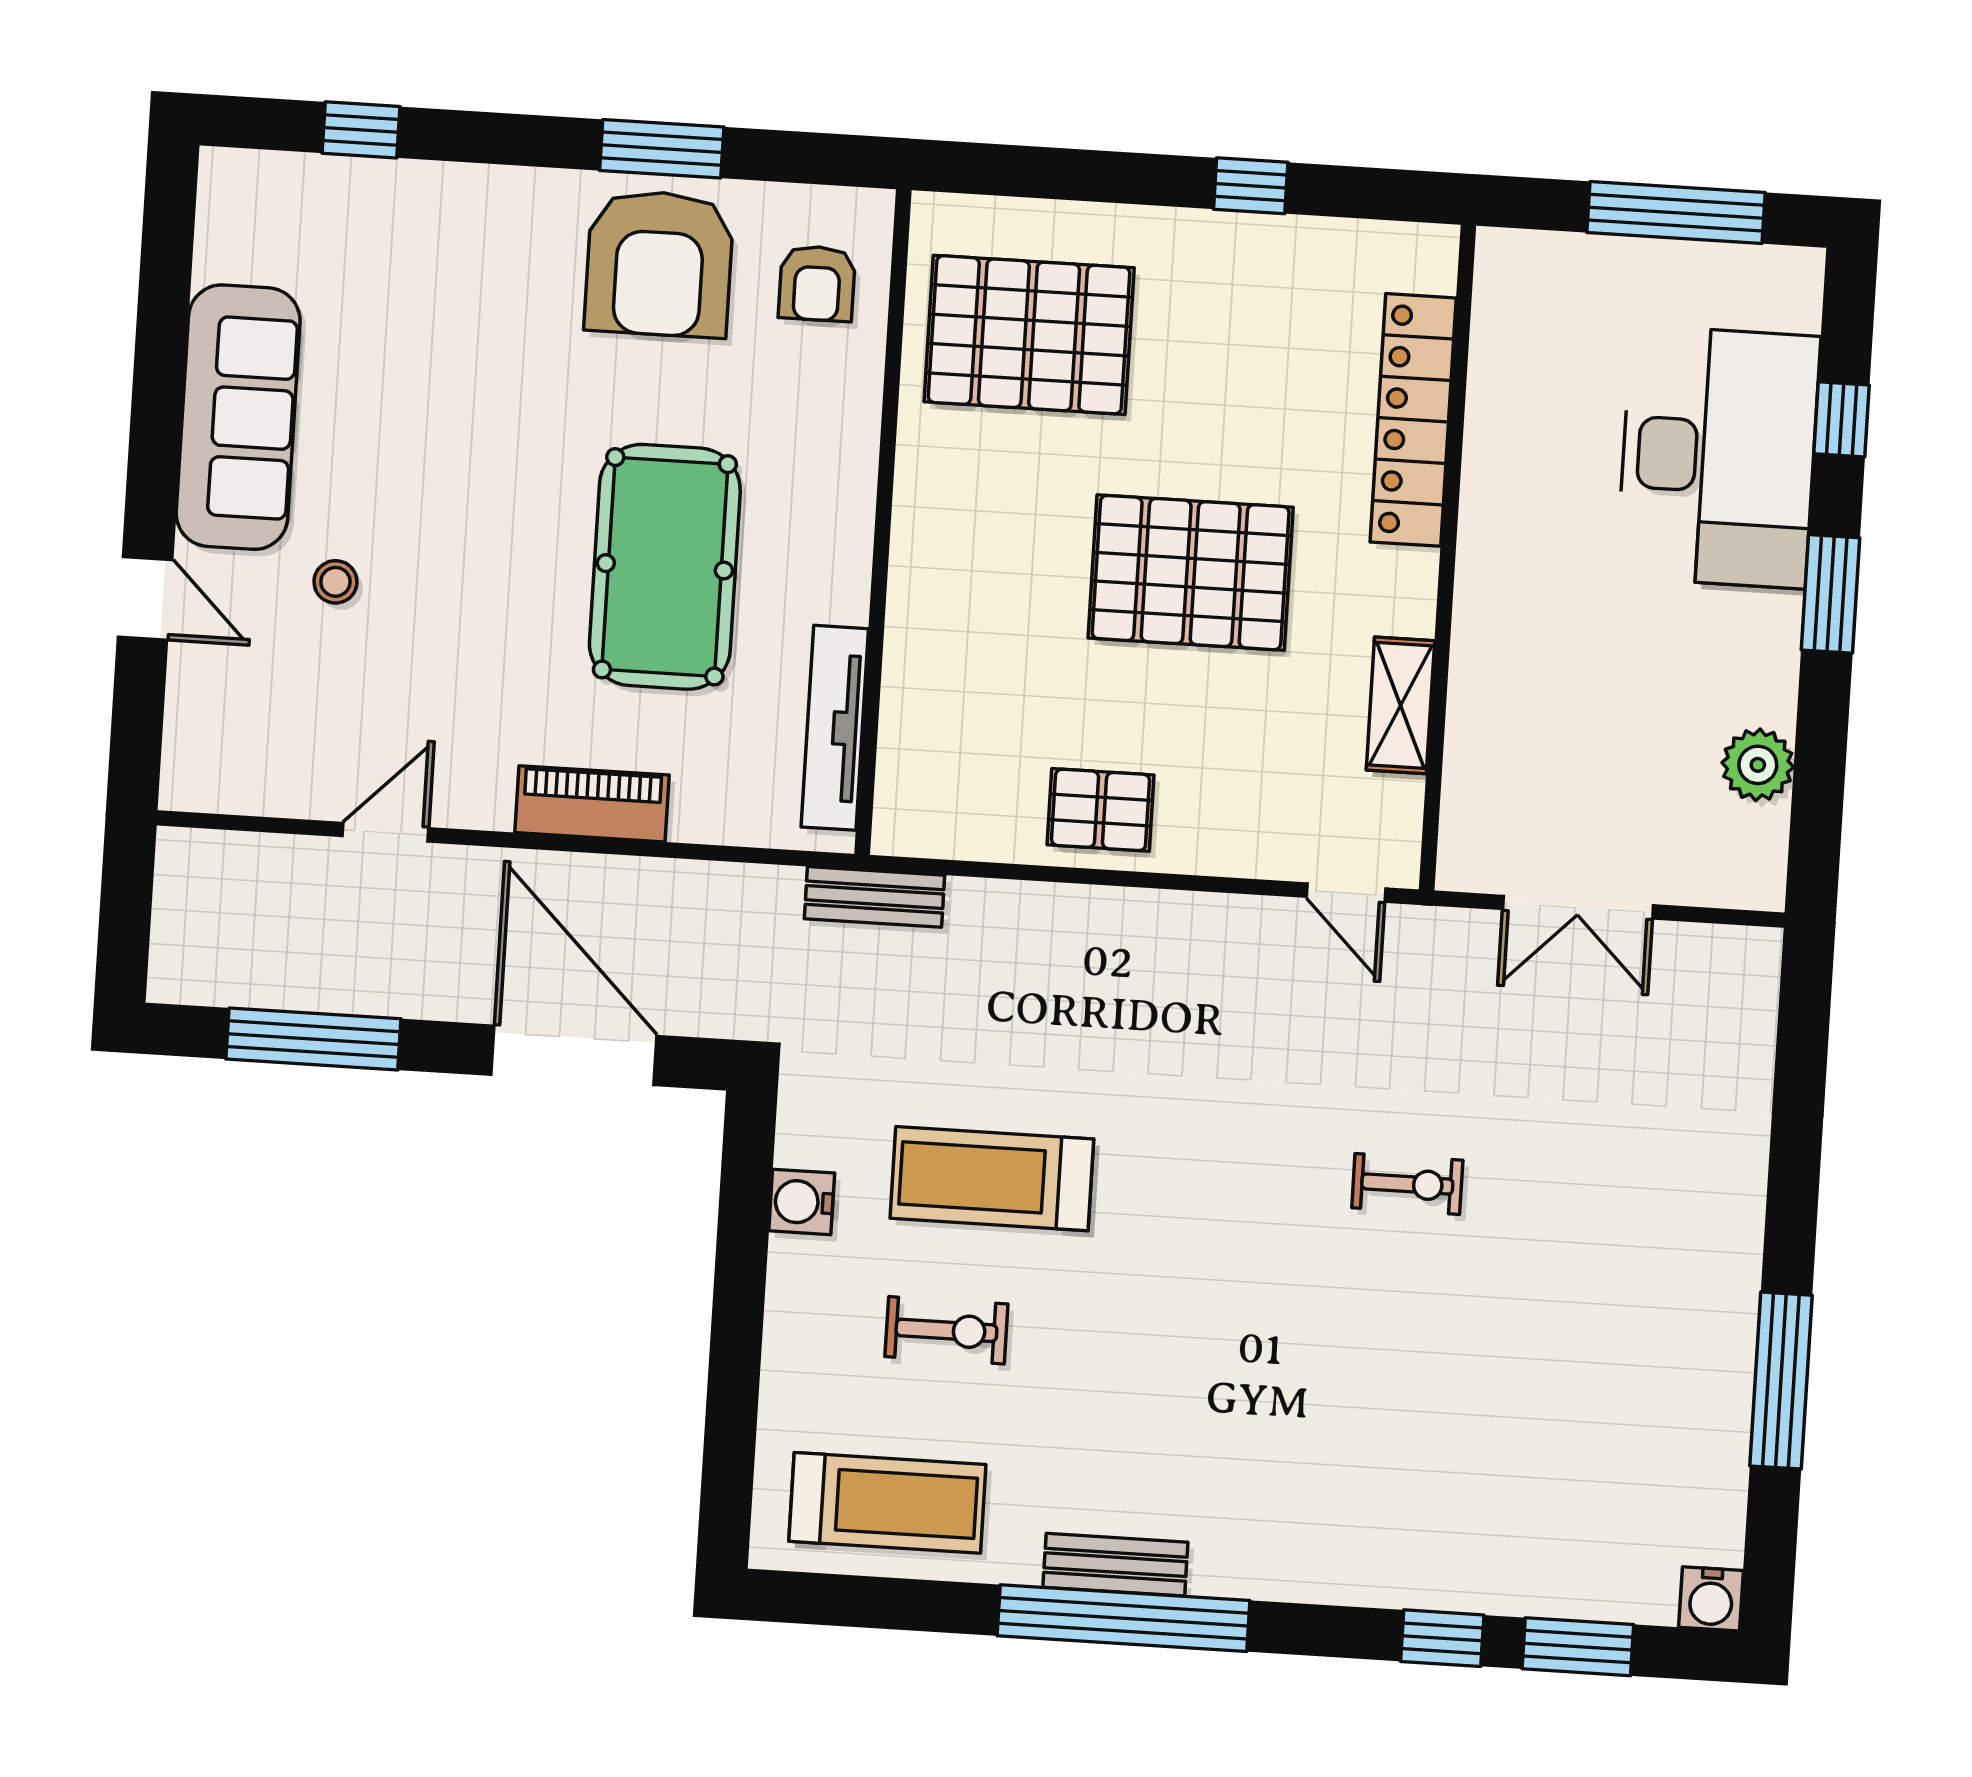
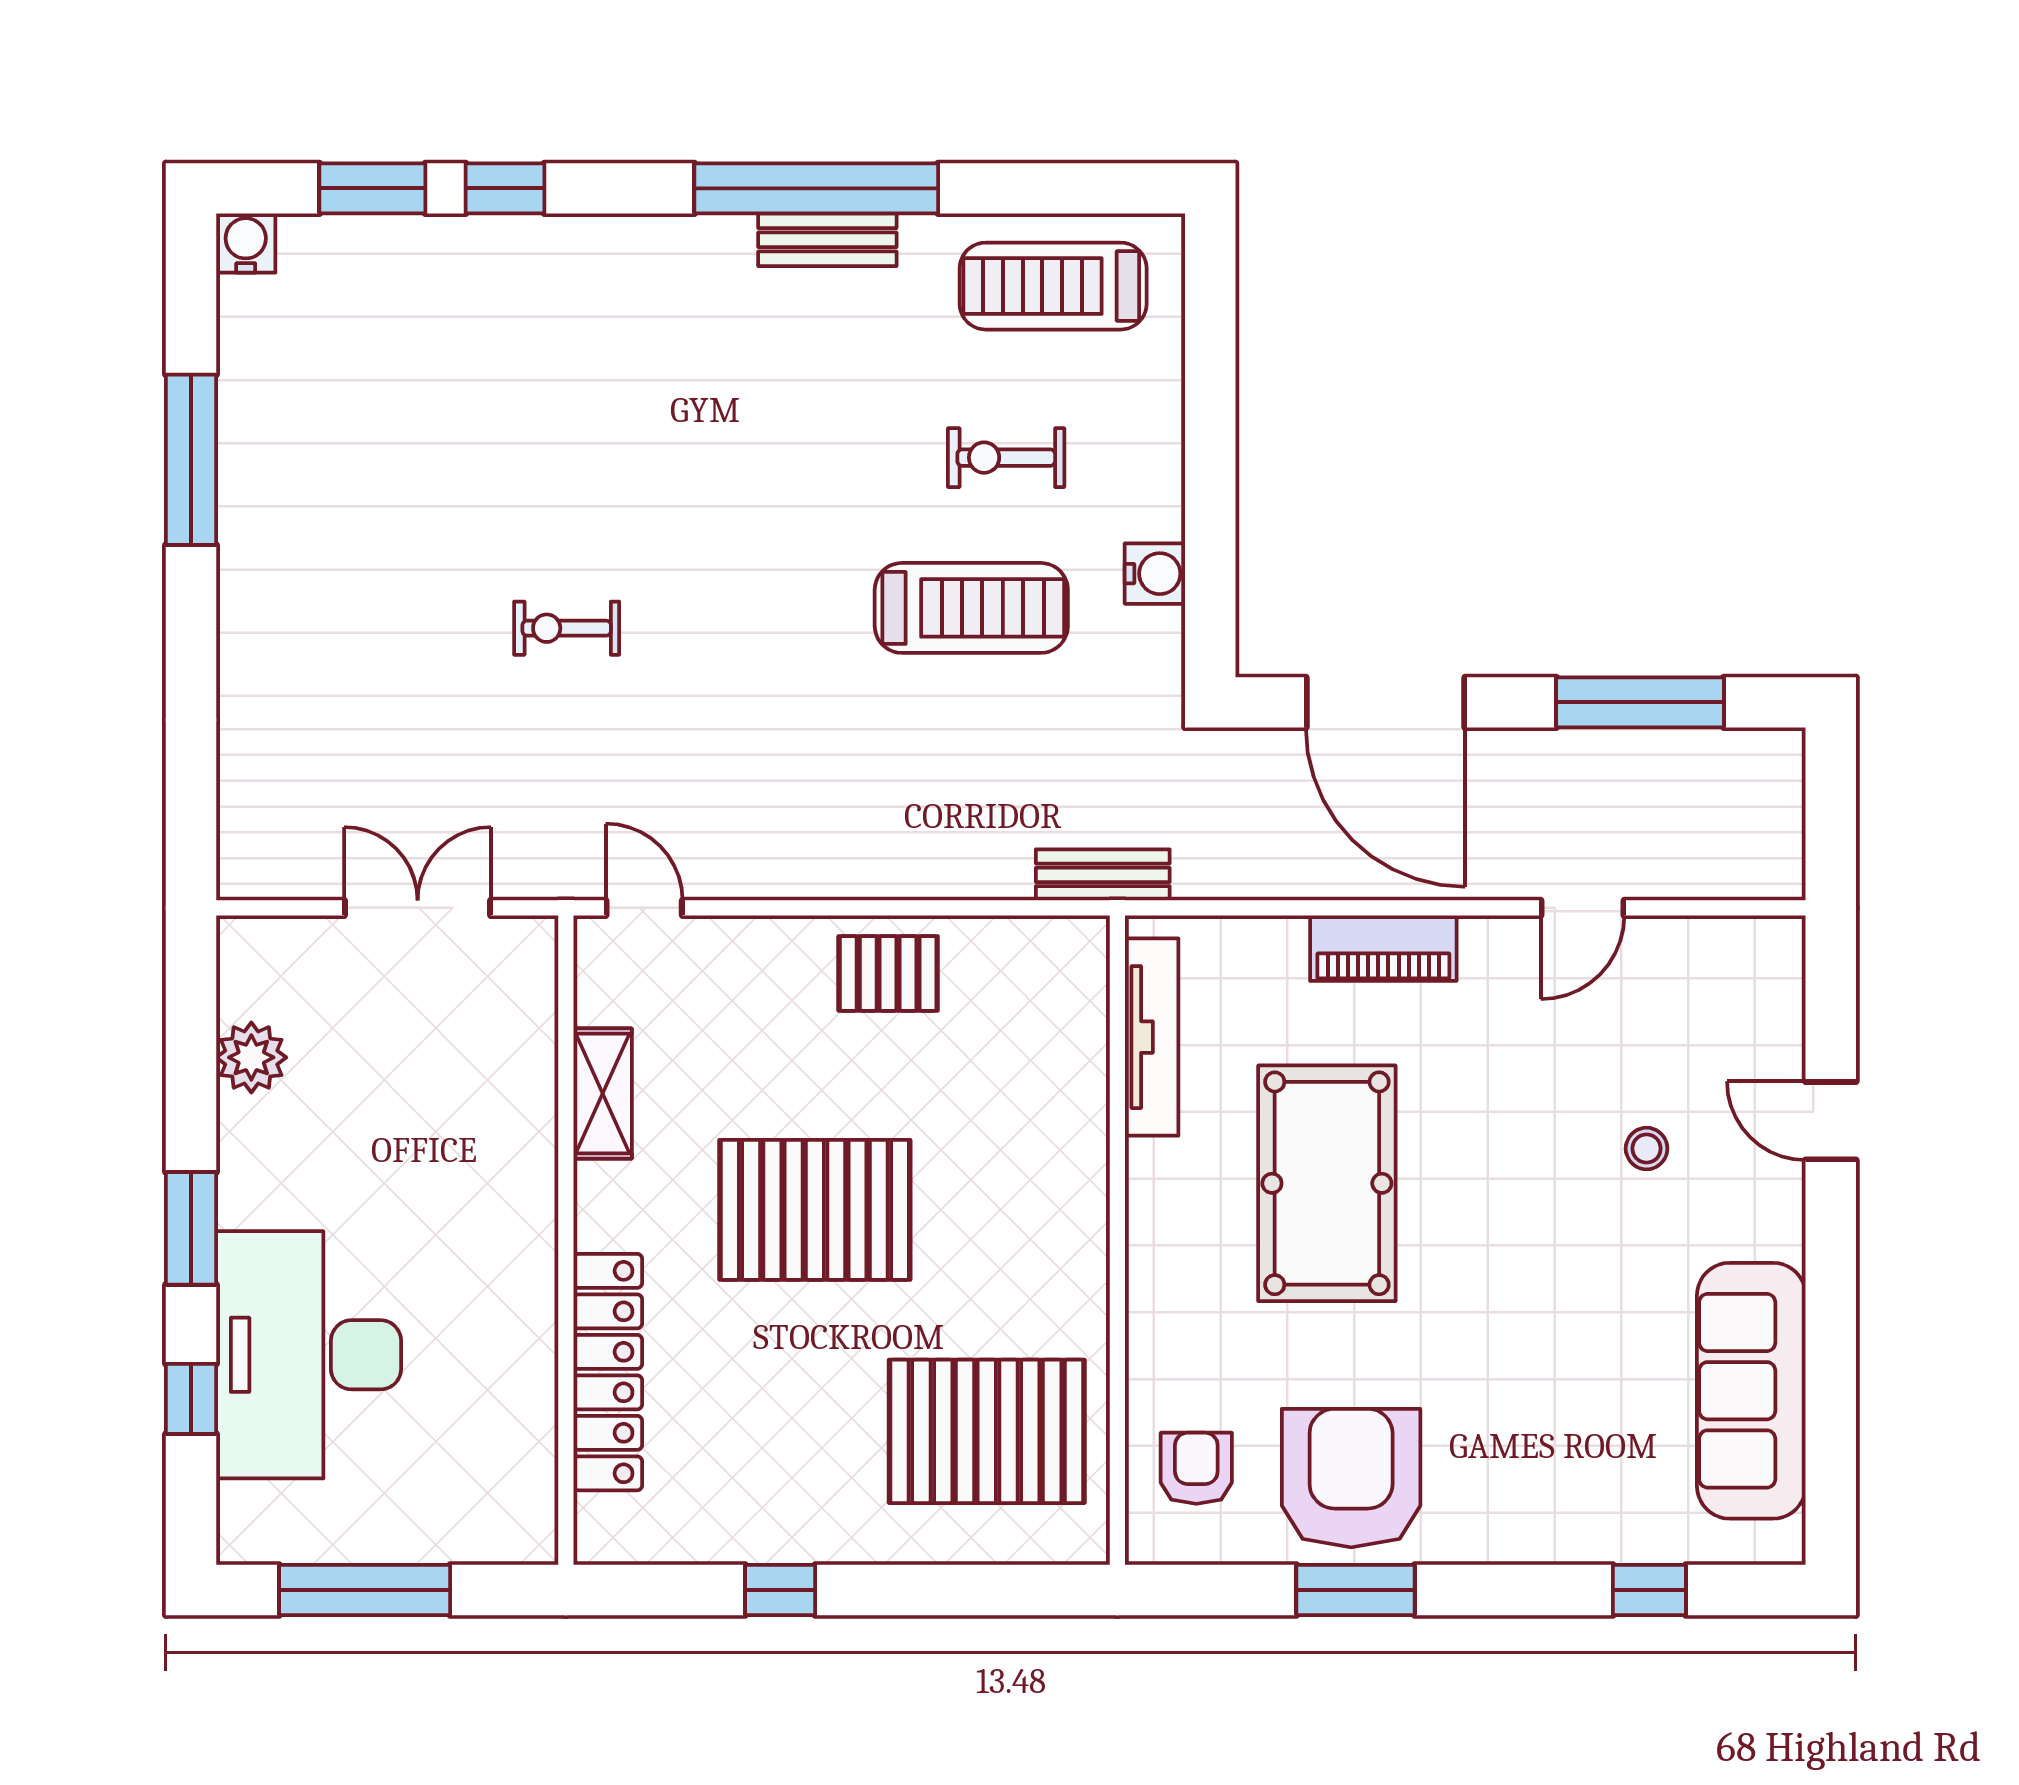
sofa: (238, 417) -> (1751, 1391), moved

